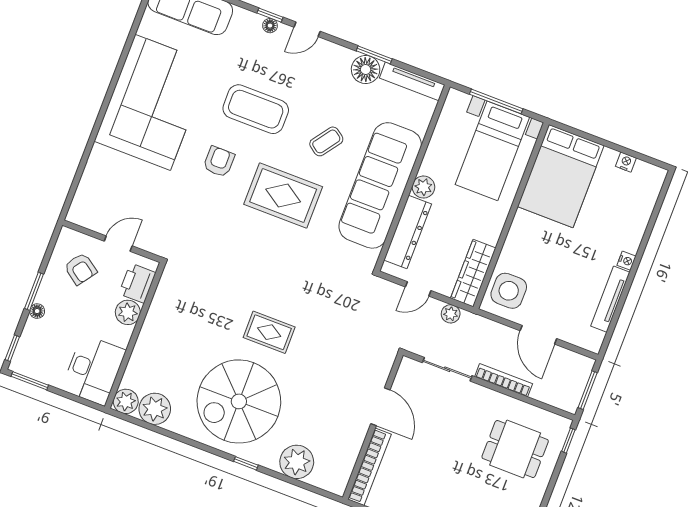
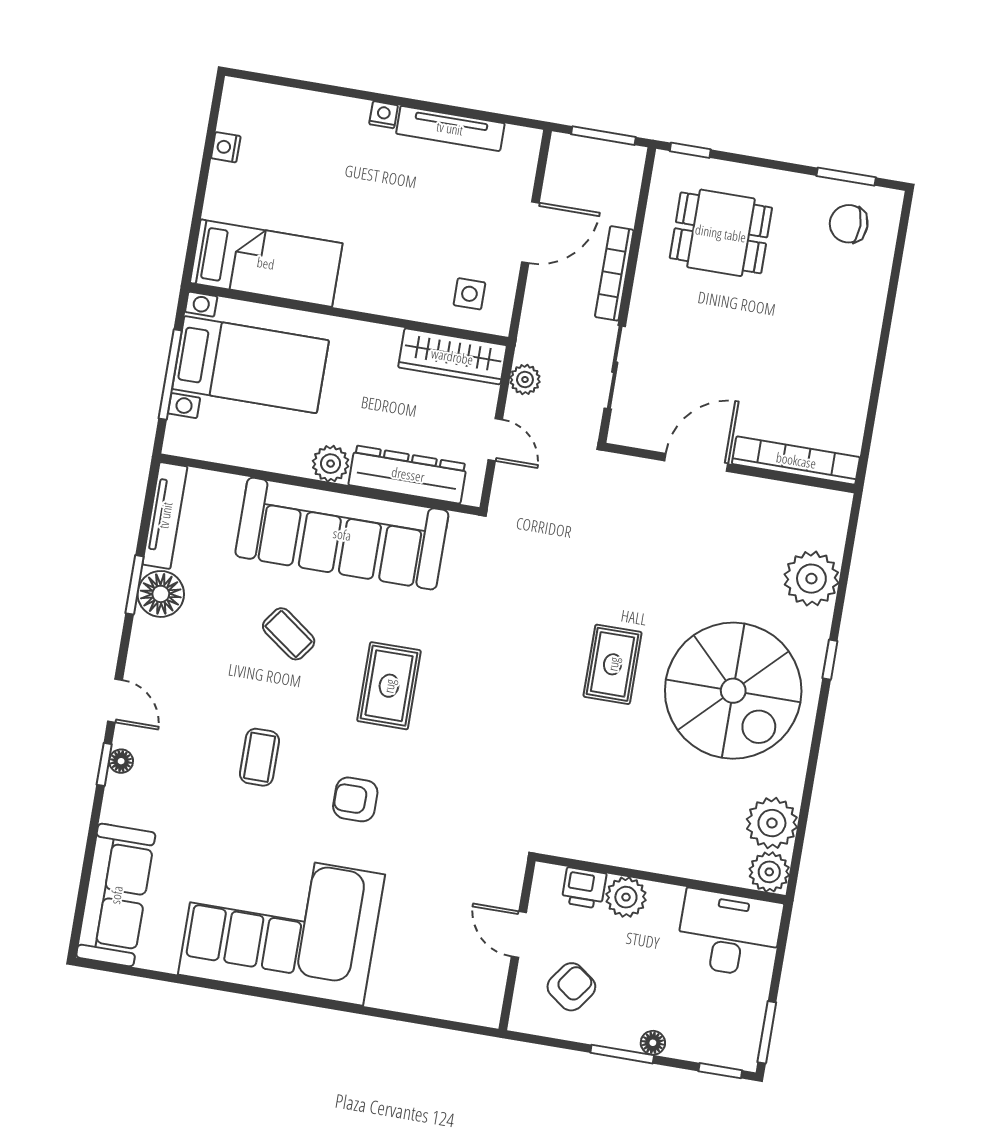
coffee table: (256, 109) -> (259, 757), width x0.54, depth x0.58
bed: (561, 176) -> (266, 263), width x0.67
rug: (283, 195) -> (389, 686), width x0.73, depth x0.70
printer: (137, 283) -> (584, 888), width x0.73, depth x0.81
side table: (509, 291) -> (469, 294), width x0.54, depth x0.54
dining table: (515, 449) -> (721, 233), turned 90

